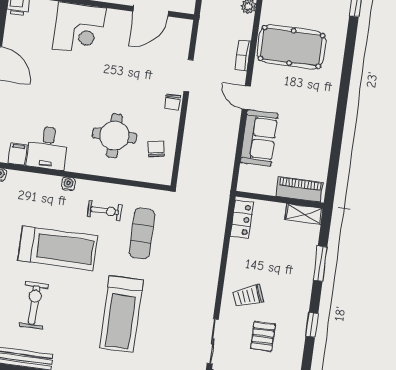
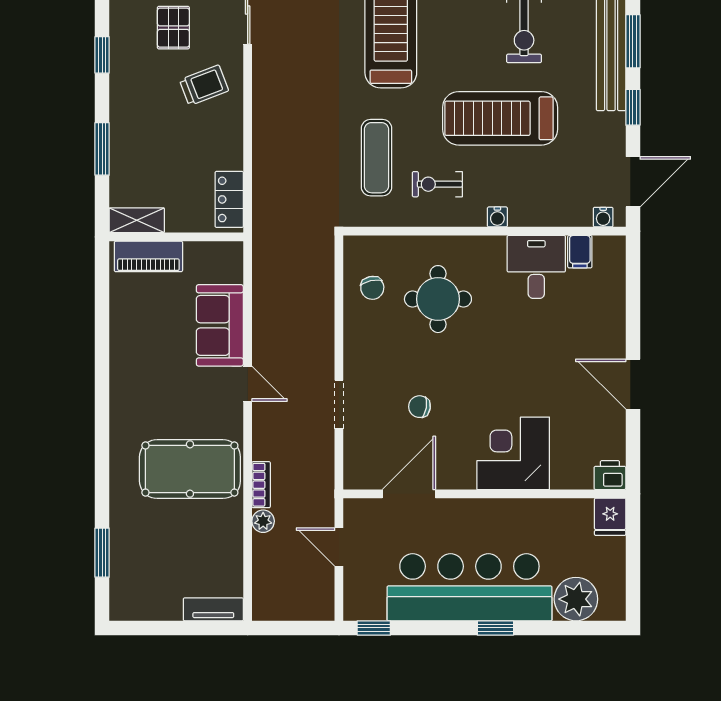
bookcase: (243, 55) -> (261, 485), moved
chair: (173, 102) -> (420, 407), moved, turned -81

